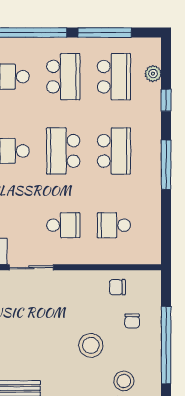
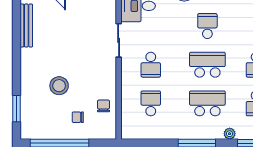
plant: (154, 122) -> (230, 134), added
school desk: (114, 151) -> (207, 103), turned 180
stool: (124, 381) -> (32, 111), removed

